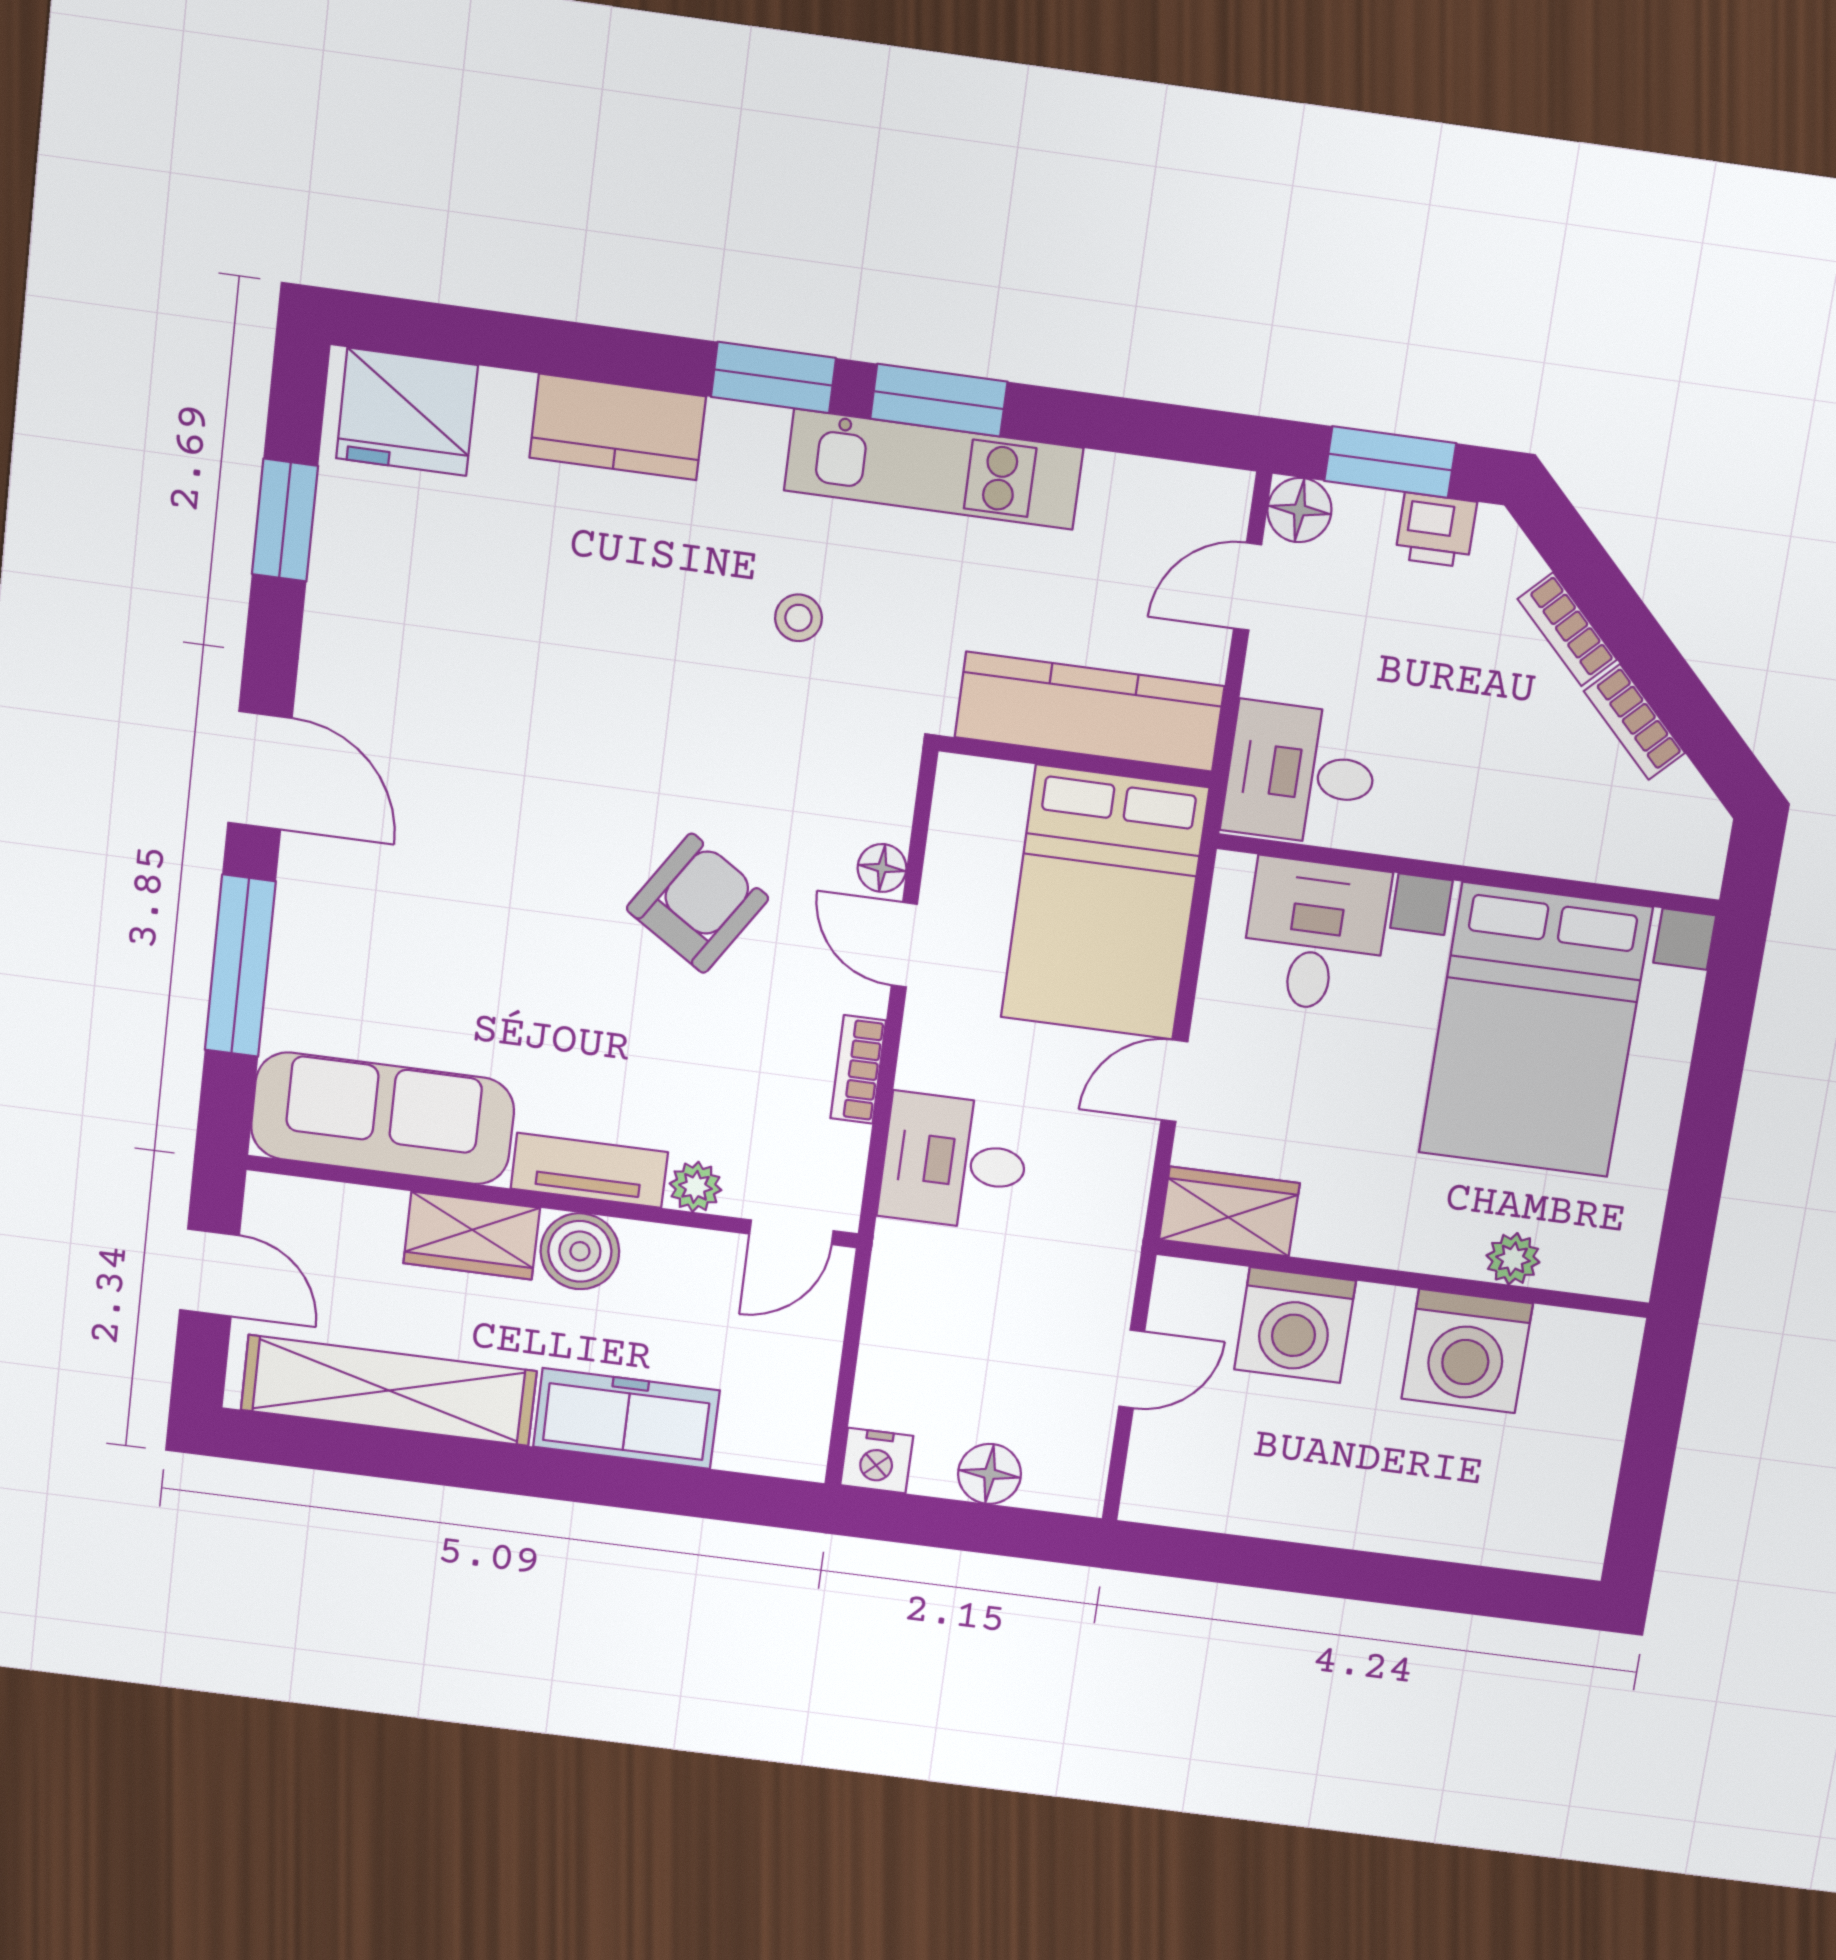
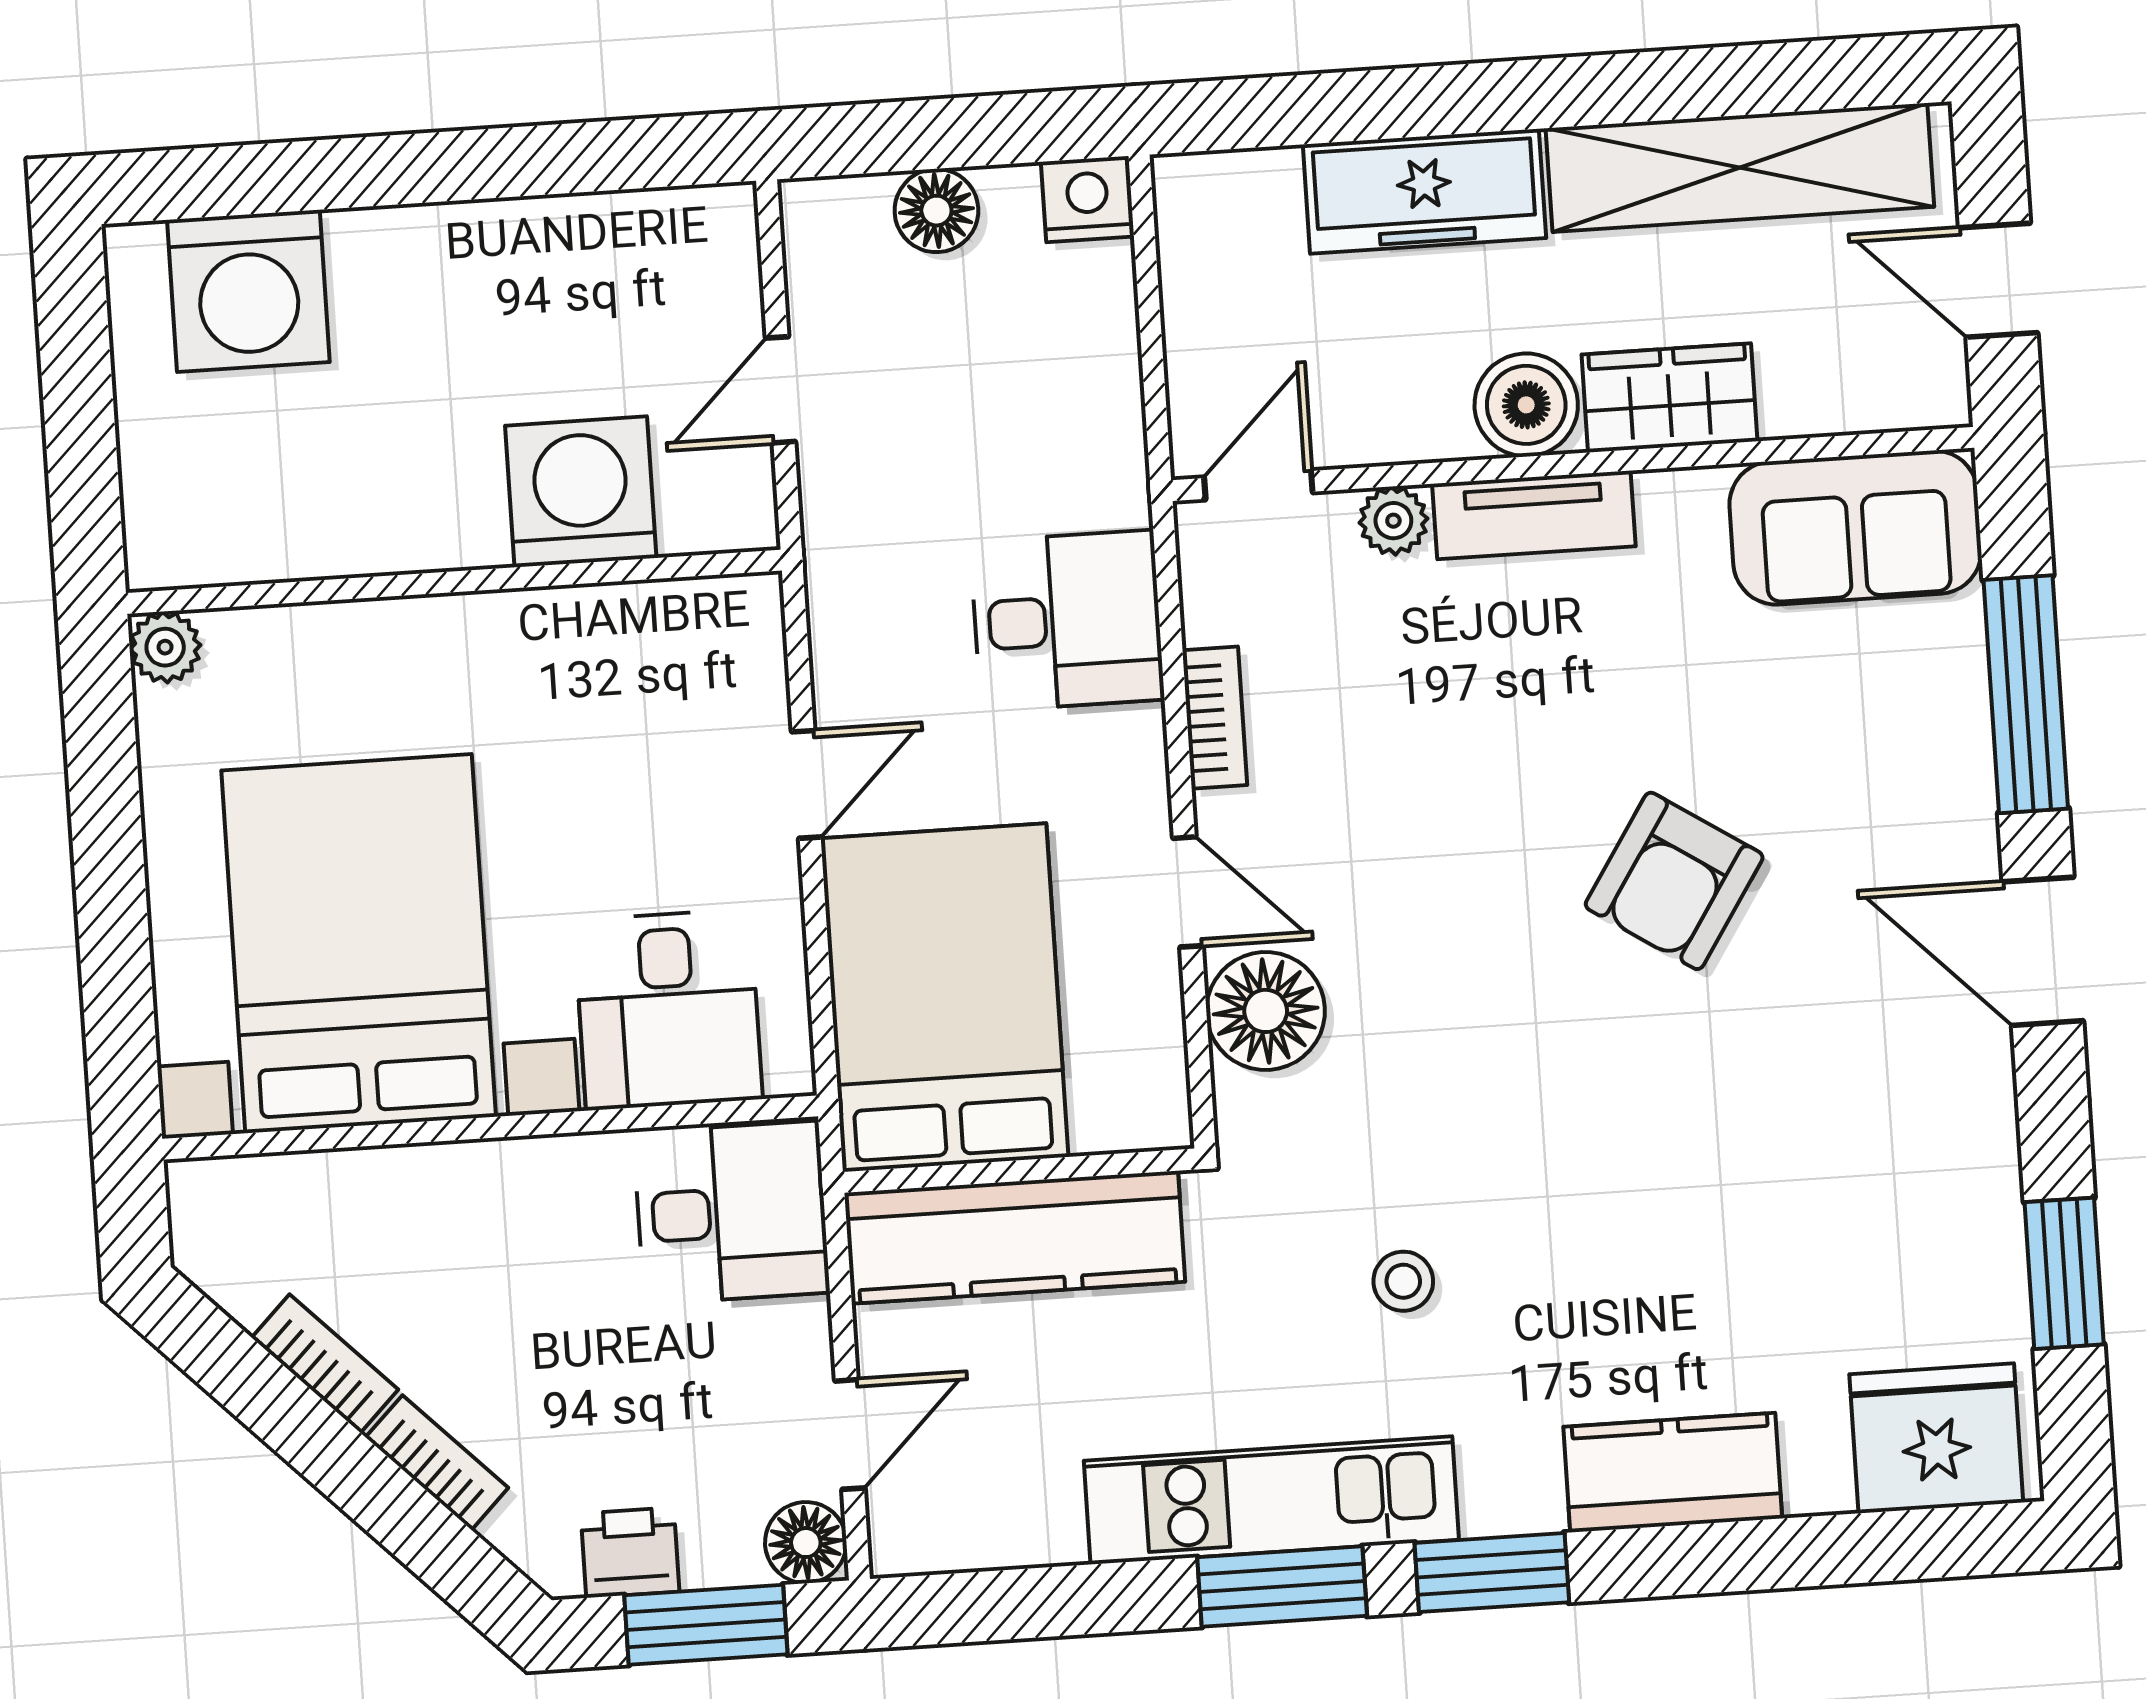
floor lamp: (882, 868) -> (1266, 1011), width x1.89, depth x1.89
armchair: (697, 903) -> (1674, 881), moved
sofa: (383, 1118) -> (1855, 528), width x0.73
wardrobe: (1229, 1211) -> (699, 626), removed
plant: (1513, 1259) -> (165, 647), moved
washing machine: (1467, 1351) -> (248, 291), moved, turned 180

